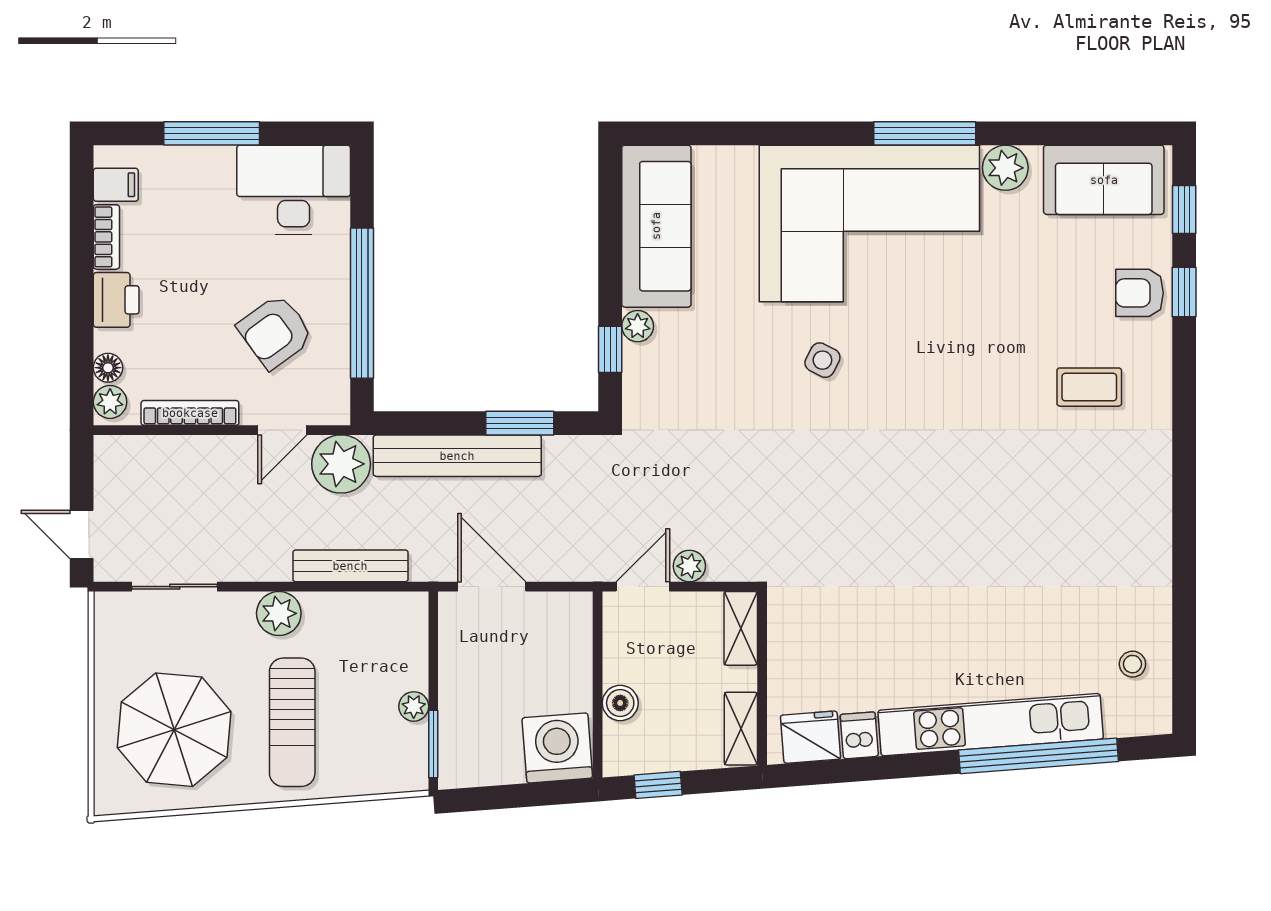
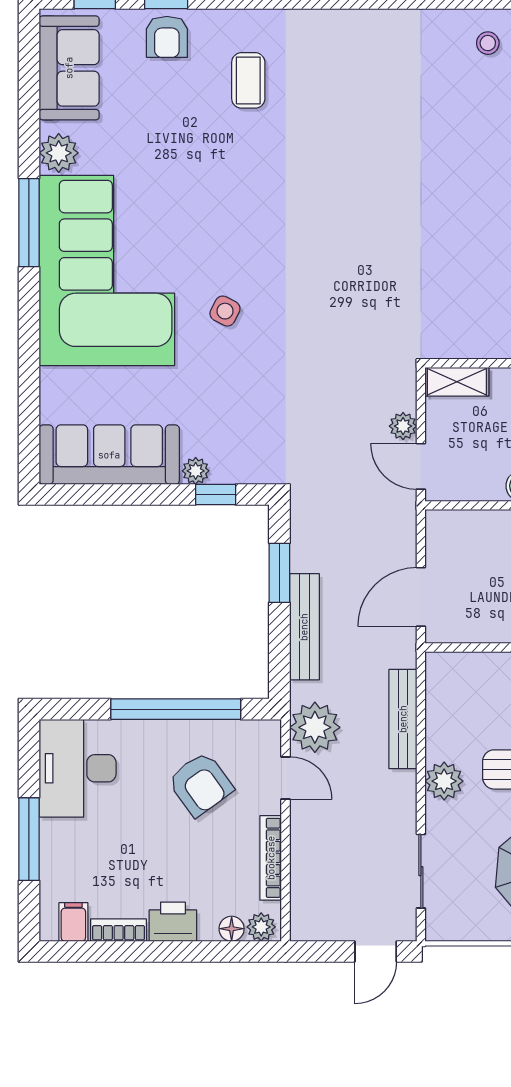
bench: (457, 456) -> (304, 627), width x0.73, depth x0.82

